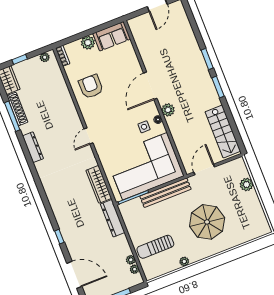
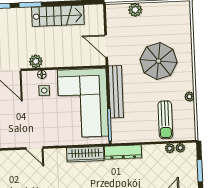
stairs: (223, 132) -> (58, 16), moved

